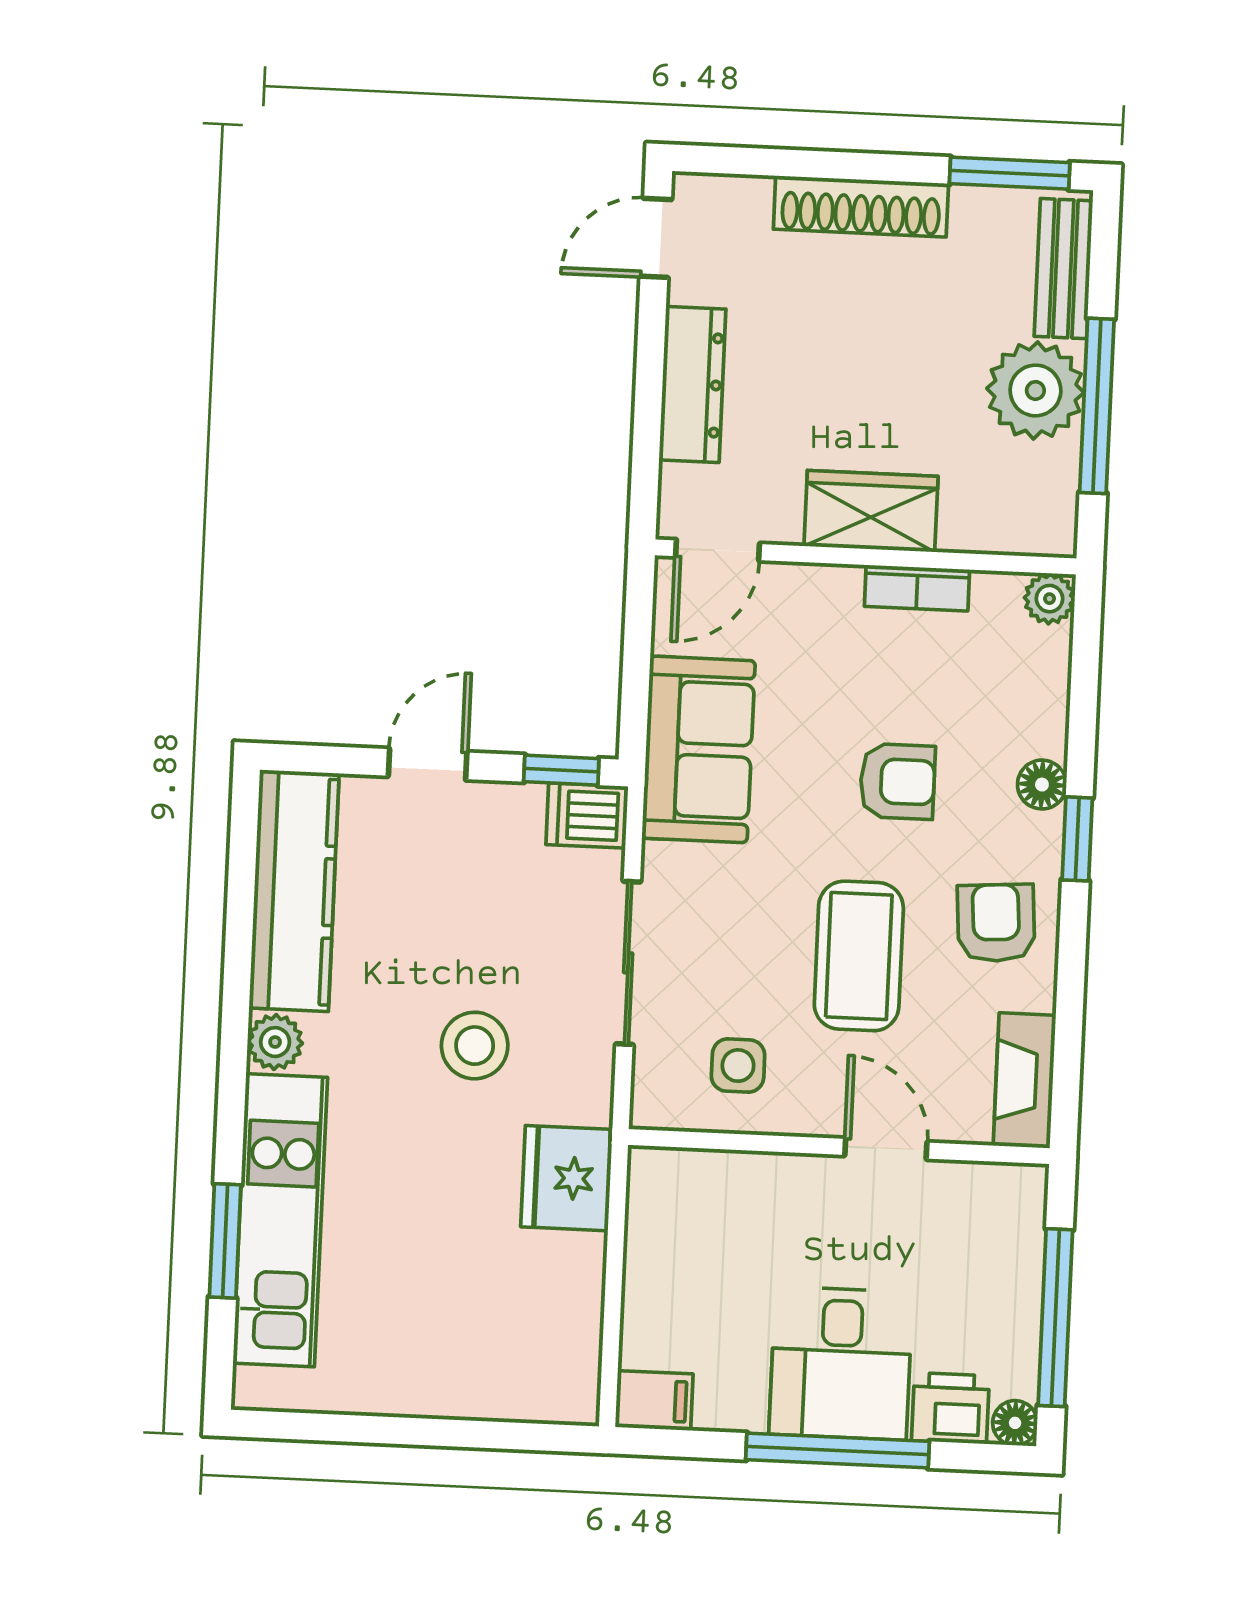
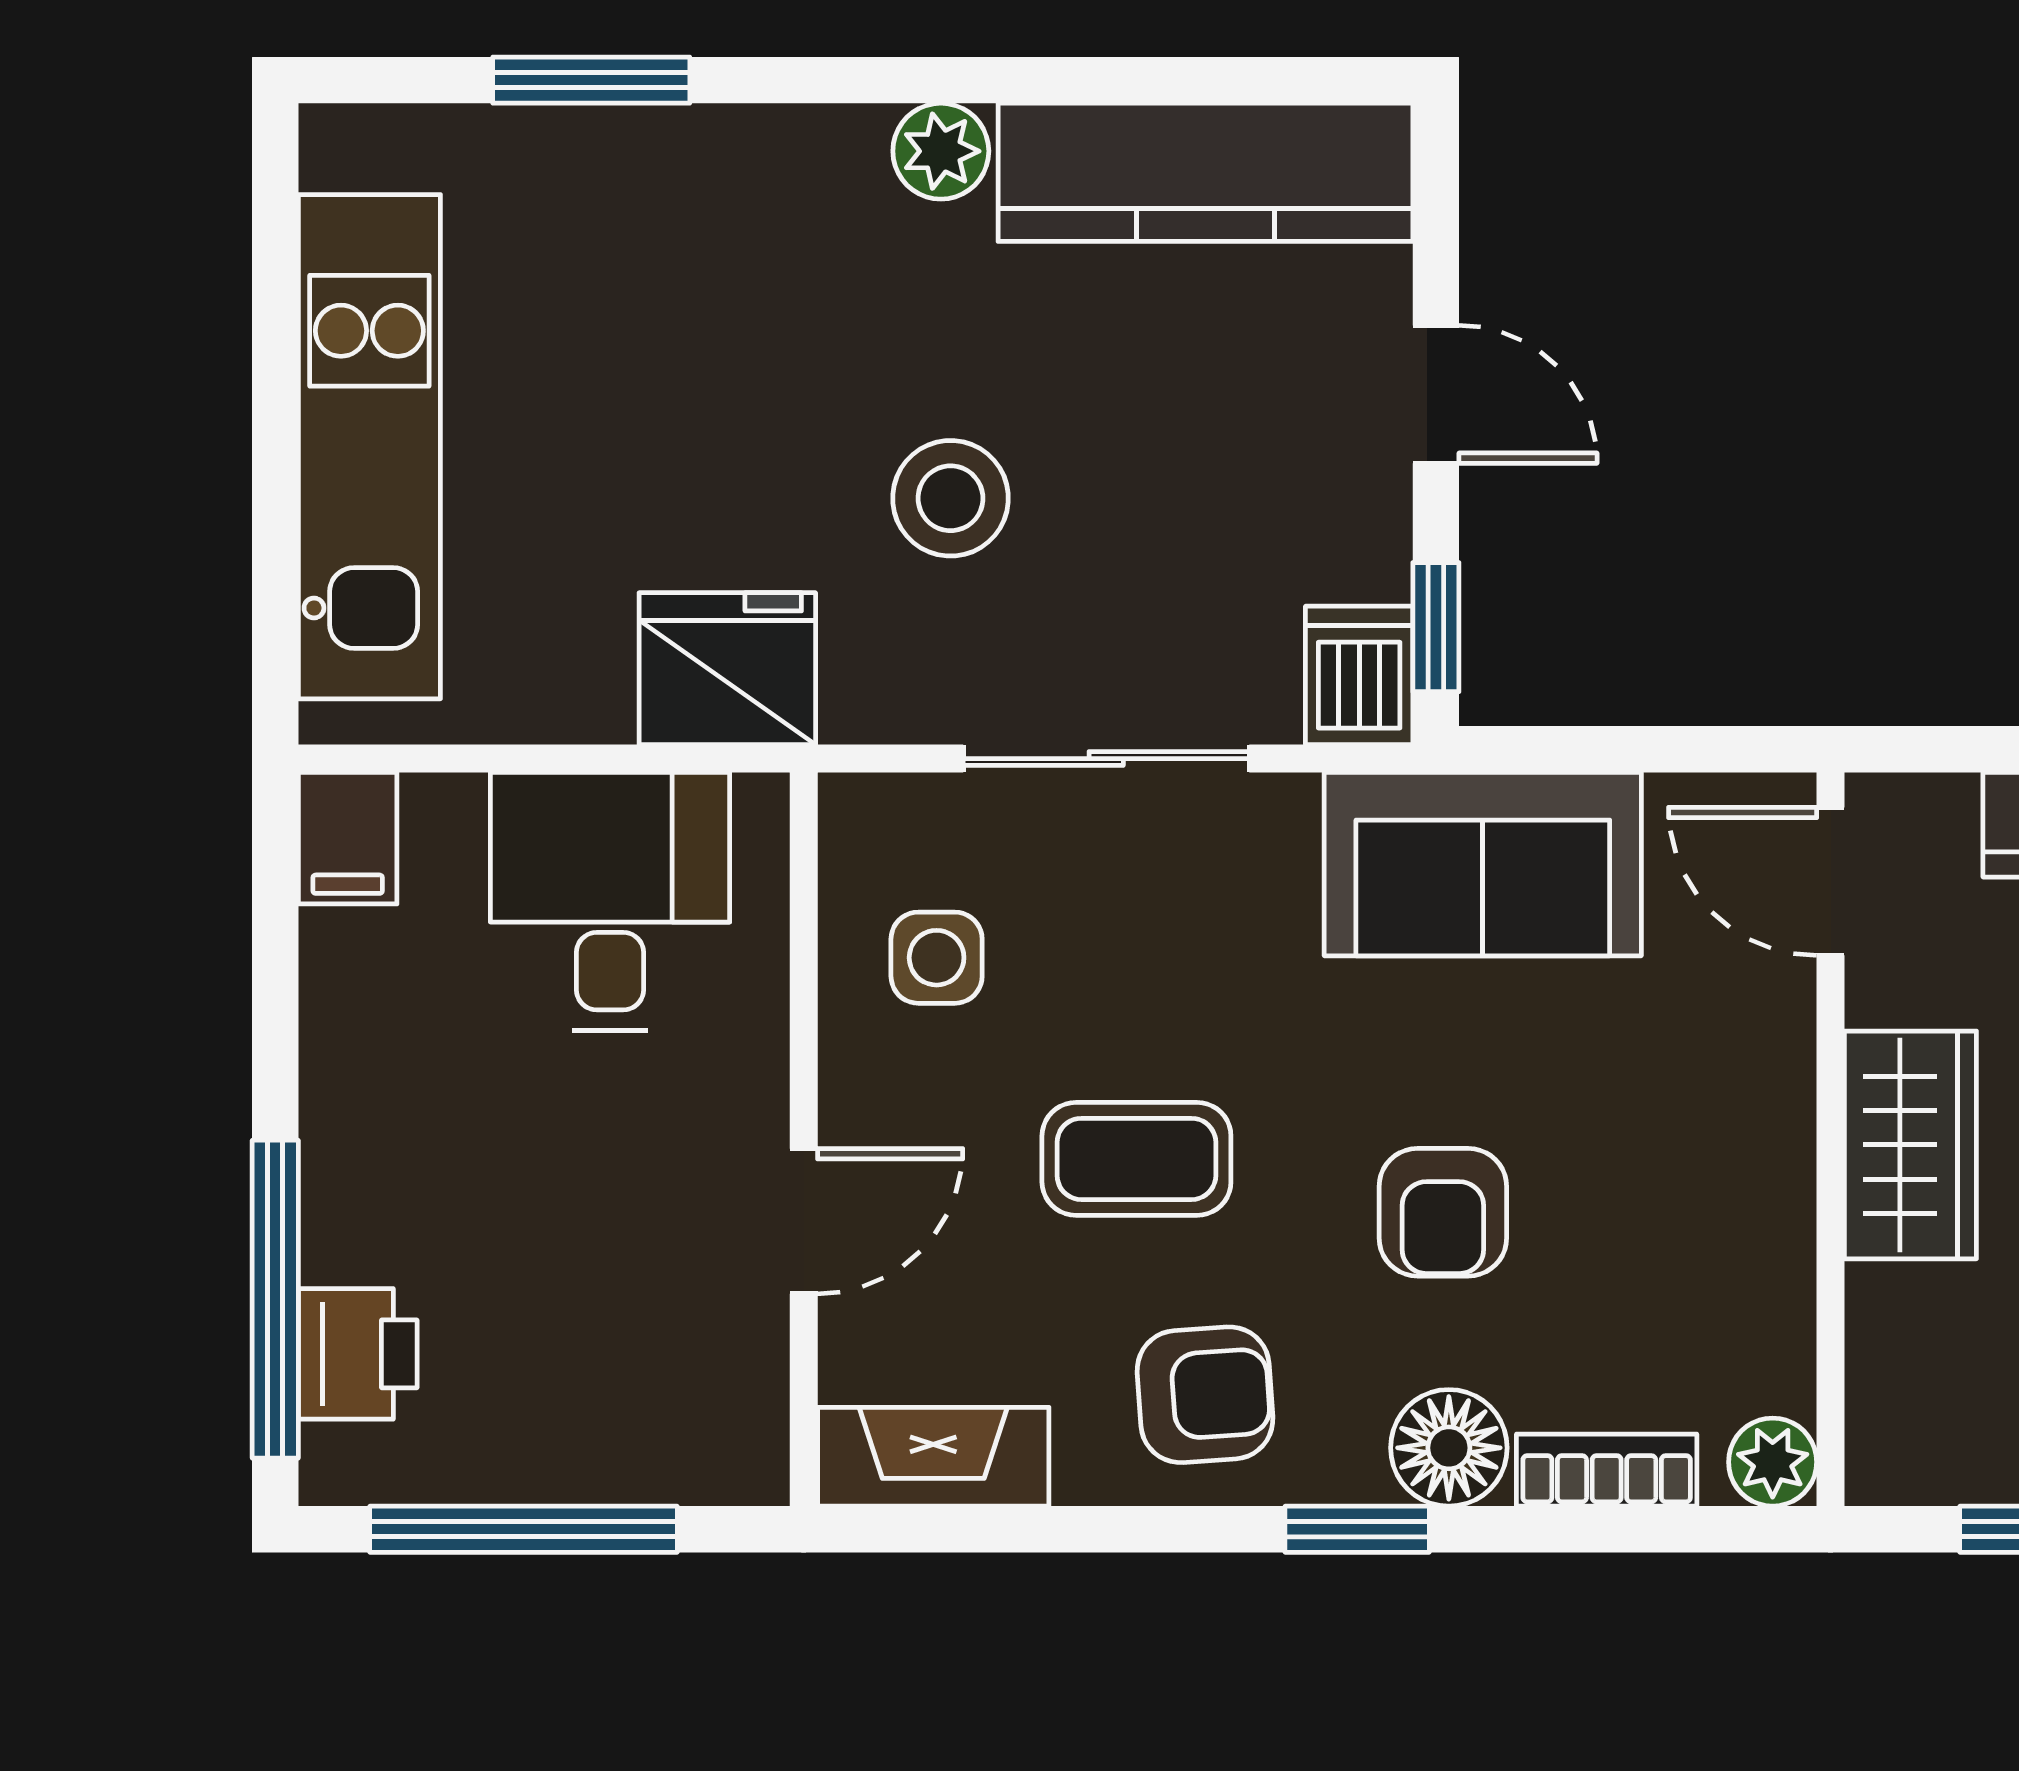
bookcase: (917, 588) -> (1607, 1470), moved, turned 90
floor lamp: (1042, 785) -> (1449, 1448), width x1.37, depth x1.37
coffee table: (859, 956) -> (1136, 1159), width x0.73, depth x0.77
kitchen unit: (280, 1220) -> (369, 447), moved, turned -90
desk: (841, 1363) -> (610, 901), moved, turned 90
floor lamp: (1015, 1423) -> (337, 1467), removed
window: (838, 1451) -> (275, 1299), moved

